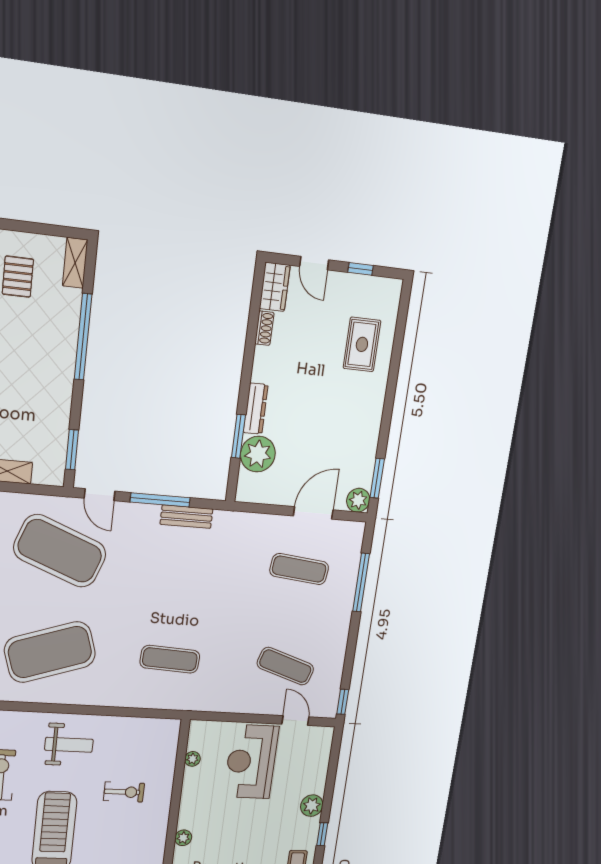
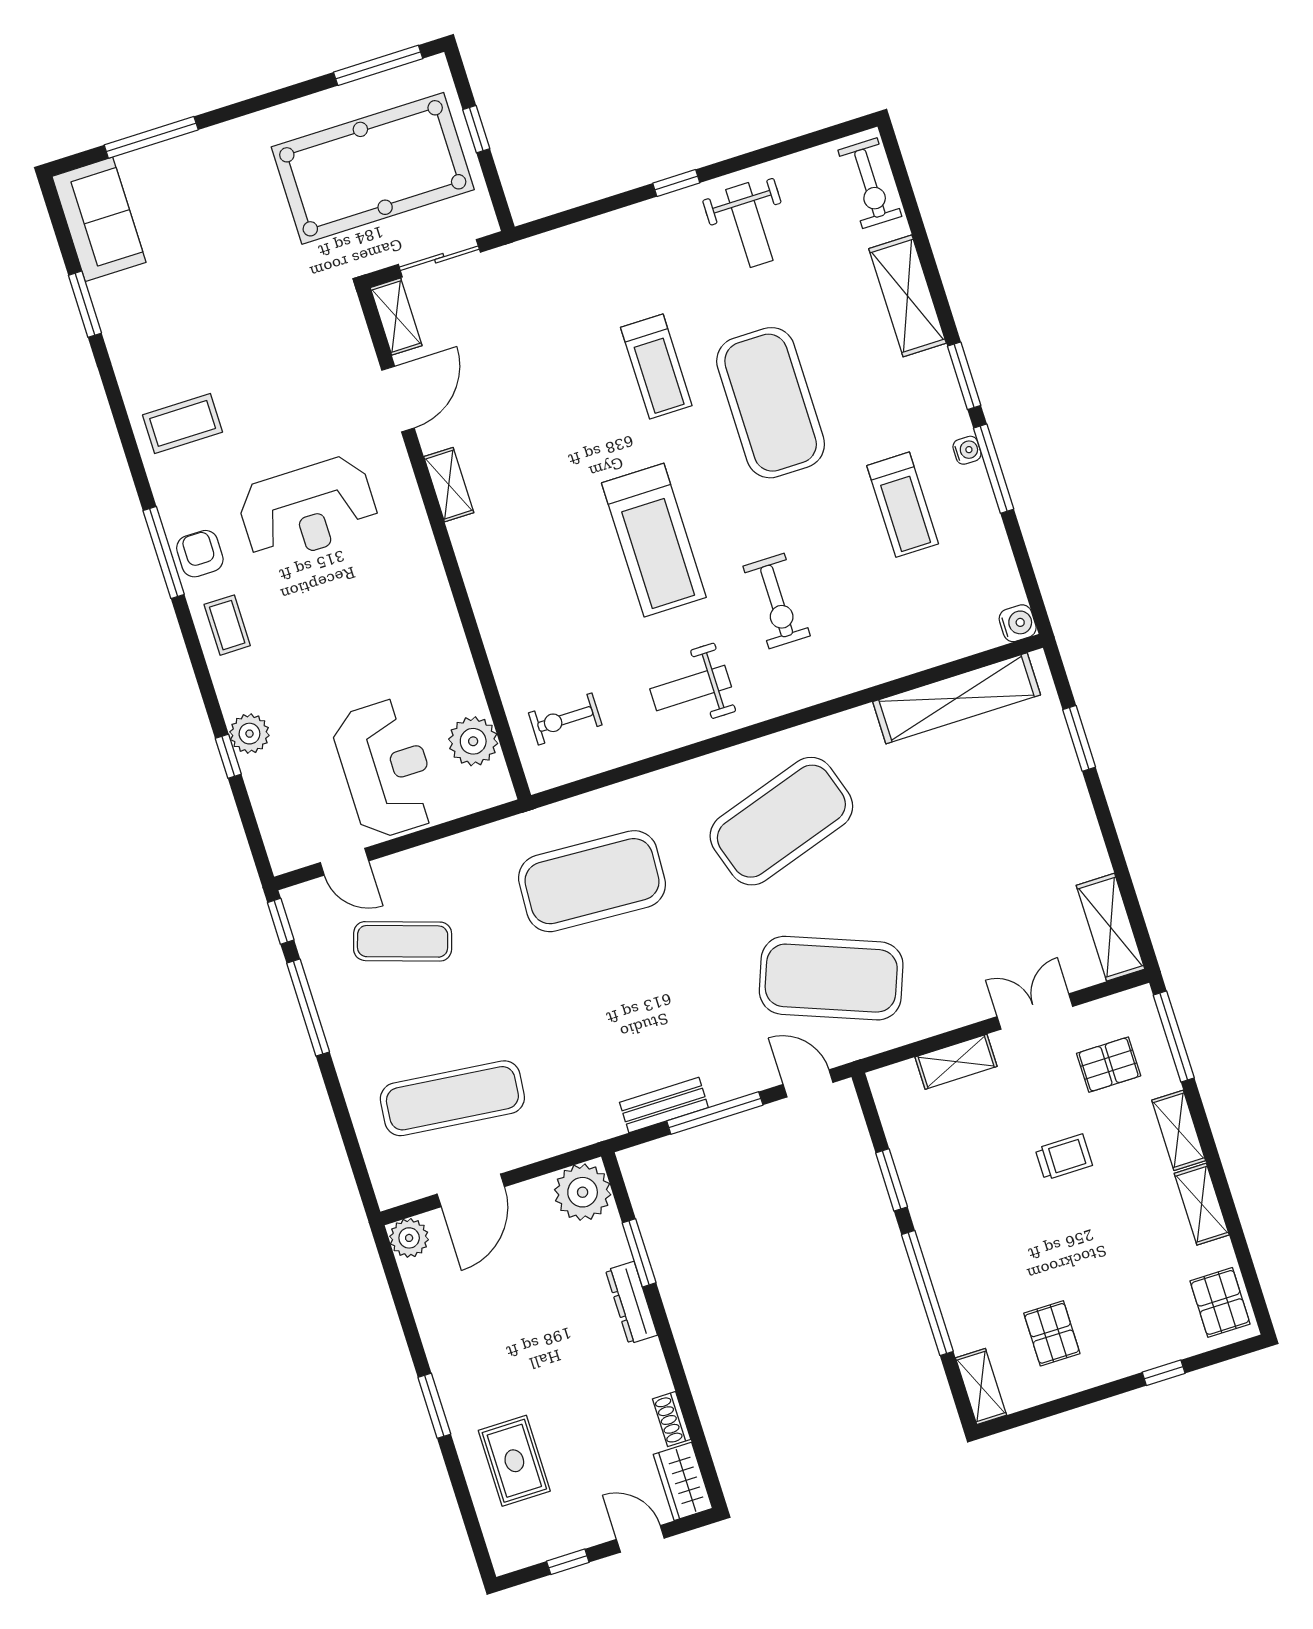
window: (72, 450) -> (892, 1180), moved
plant: (258, 454) -> (583, 1192), moved
window: (377, 478) -> (434, 1406), moved
exercise mat: (299, 569) -> (452, 1098), width x1.36, depth x1.45
window: (361, 583) -> (308, 1008), moved
exercise mat: (170, 659) -> (592, 881), width x2.00, depth x1.45
plant: (192, 759) -> (473, 741), width x1.87, depth x1.87
exercise bike: (124, 792) -> (565, 719), moved
window: (322, 834) -> (228, 756), moved
plant: (183, 838) -> (440, 603), removed

